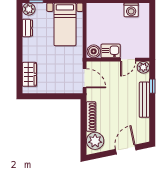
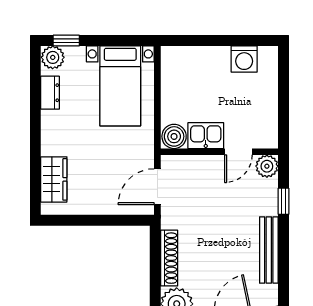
door: (85, 78) -> (157, 187), swing flipped
bench: (144, 100) -> (269, 250), moved

